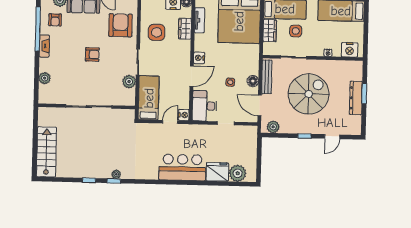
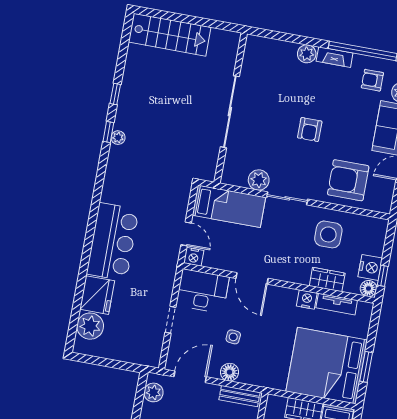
armchair: (120, 25) -> (348, 180), turned 180
nightstand: (199, 58) -> (307, 299), moved
bench: (267, 77) -> (239, 396), width x0.73
plant: (45, 78) -> (307, 54), moved

